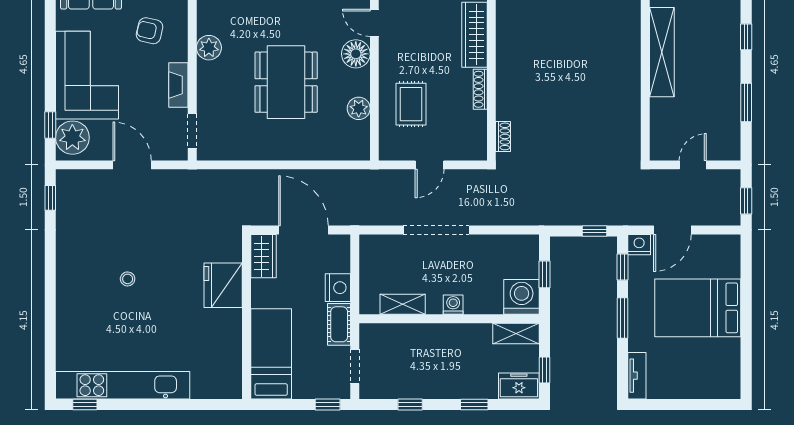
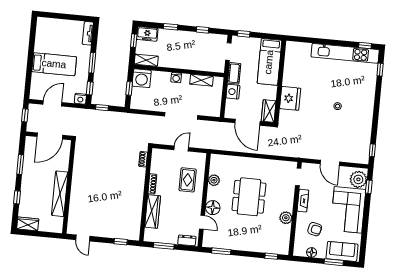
door: (693, 165) -> (50, 136), width x1.87
door: (672, 230) -> (52, 103), moved
bed: (698, 308) -> (54, 64), width x0.67
window: (50, 359) -> (380, 70), added

